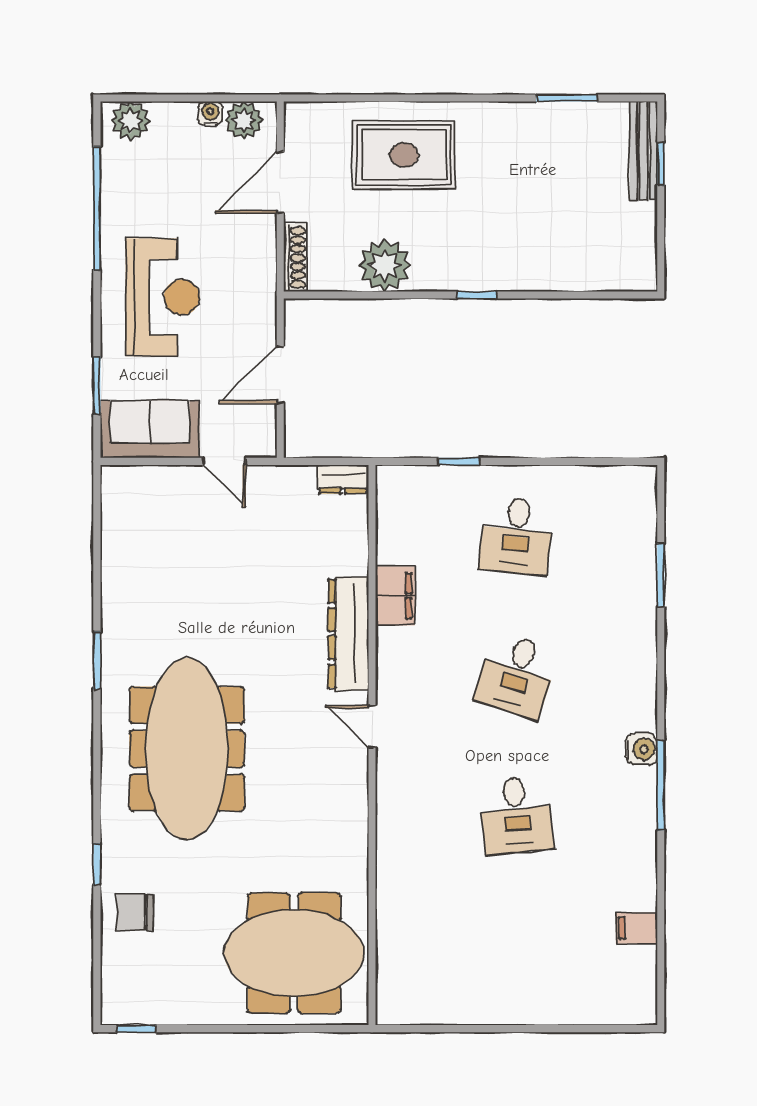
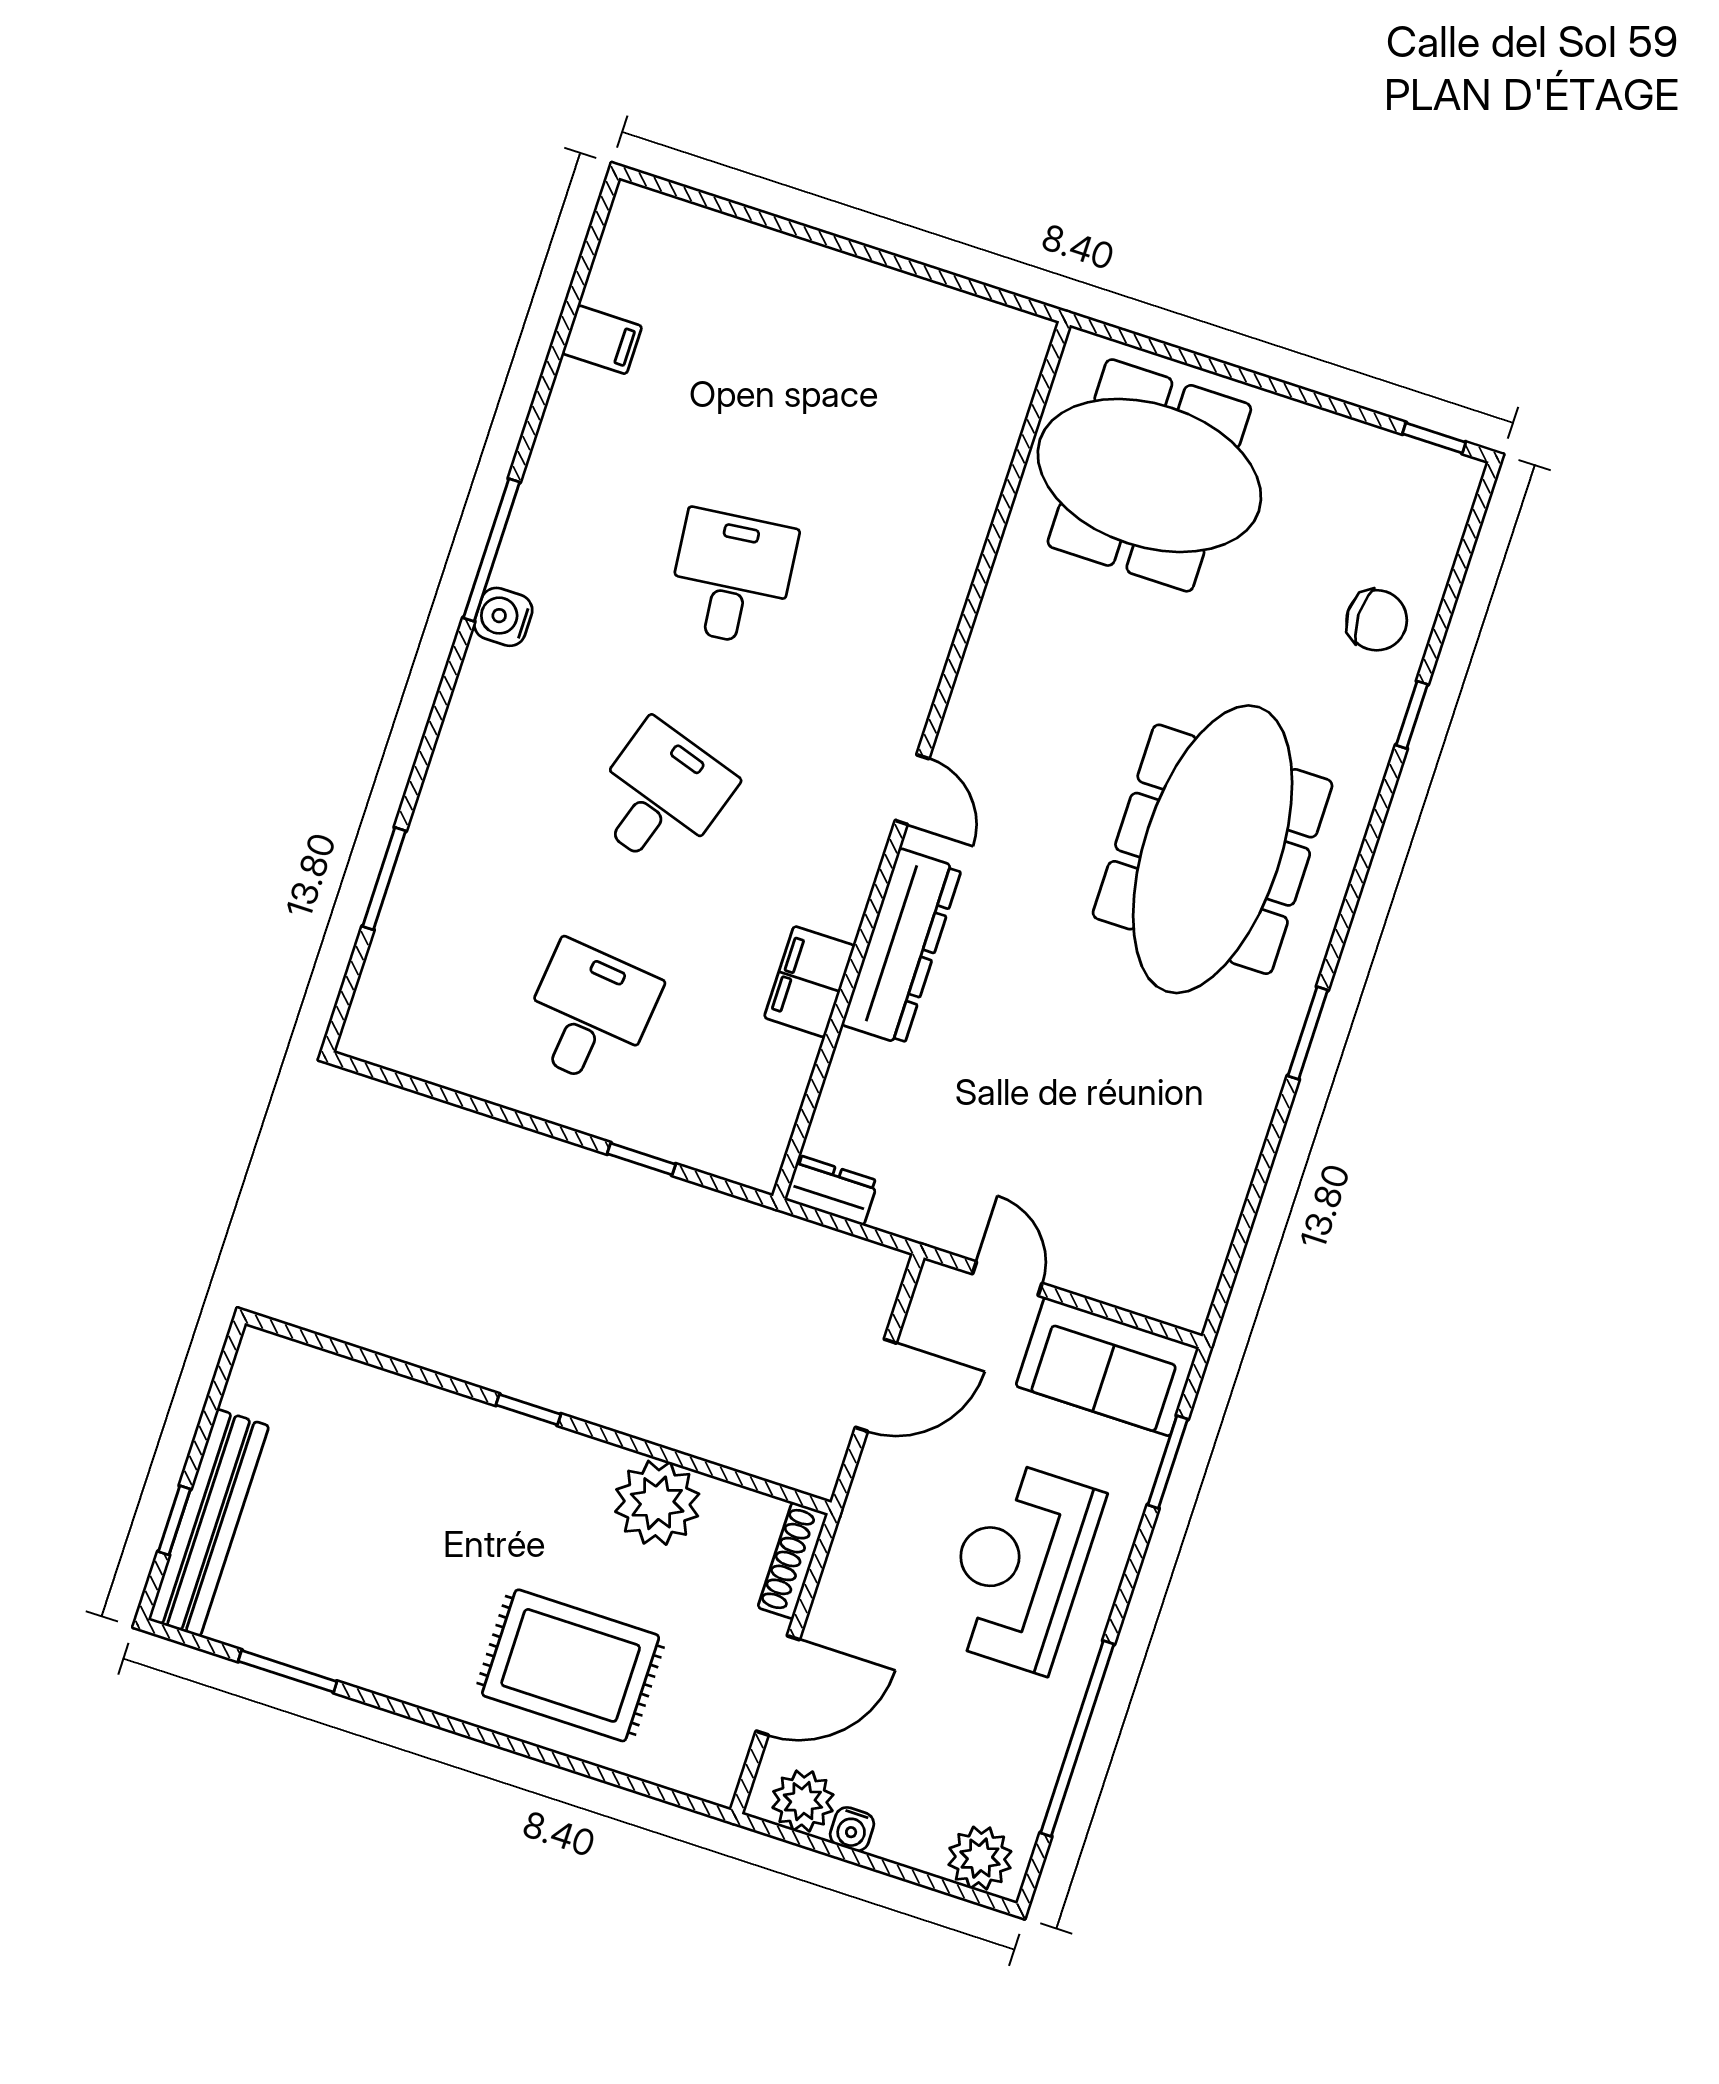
bench: (643, 151) -> (208, 1523), width x1.37, depth x1.21

